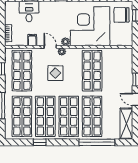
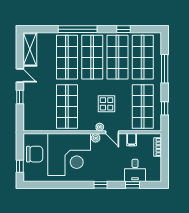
chair: (121, 15) -> (35, 154), moved
window: (97, 142) -> (78, 29), moved

